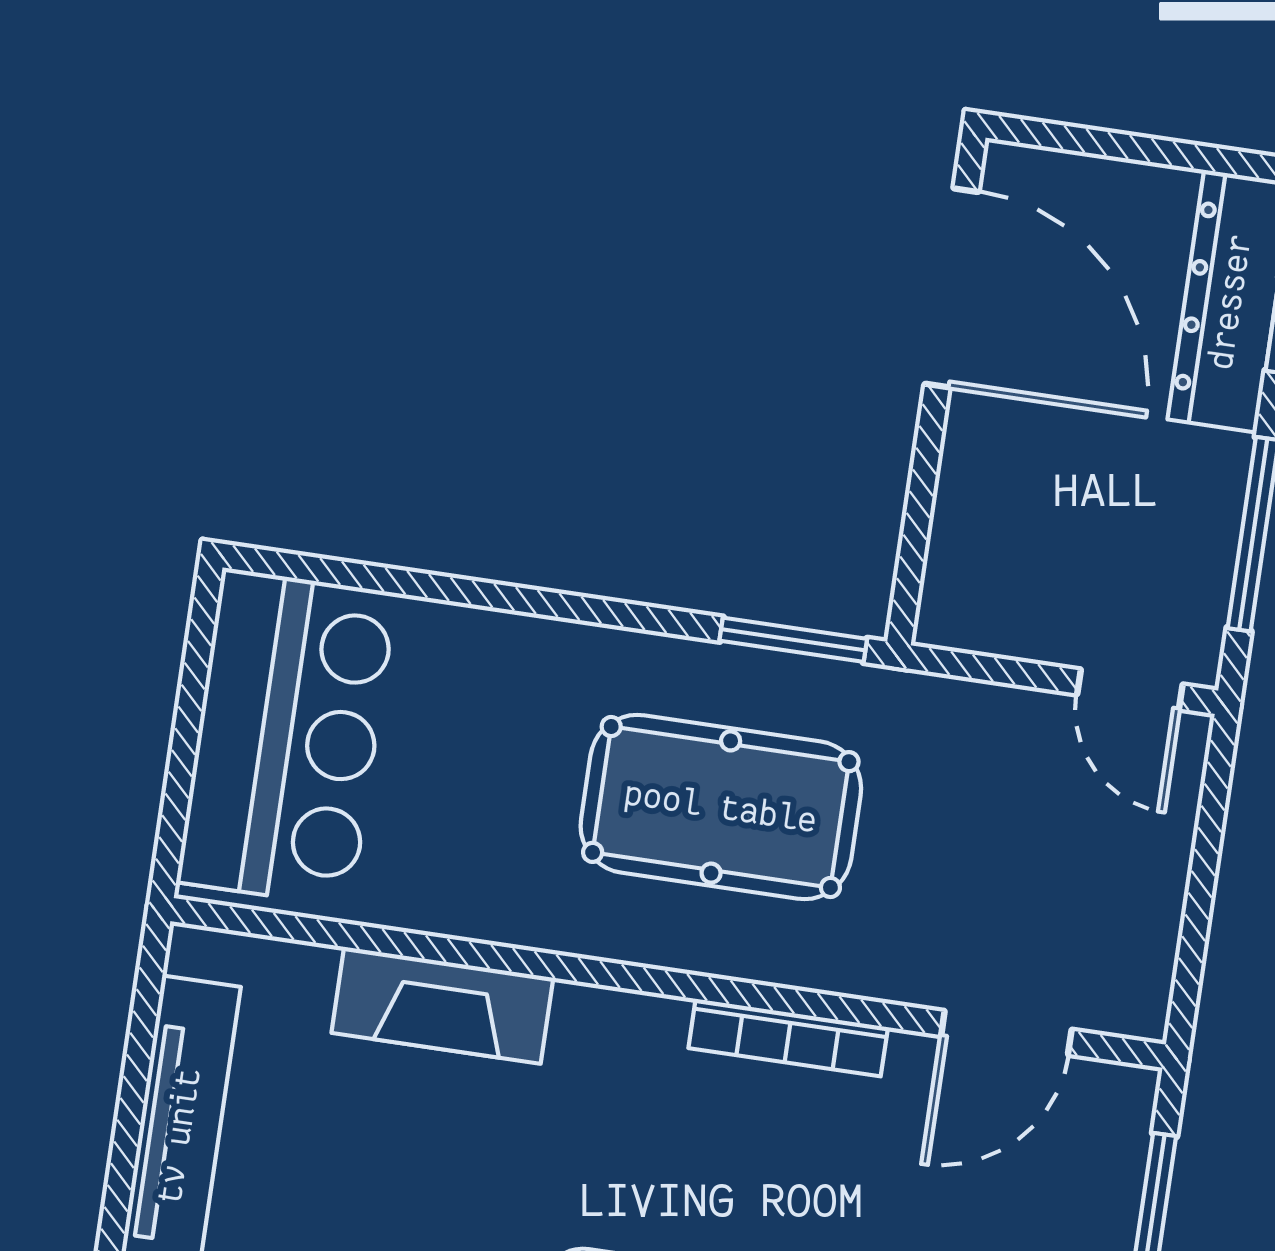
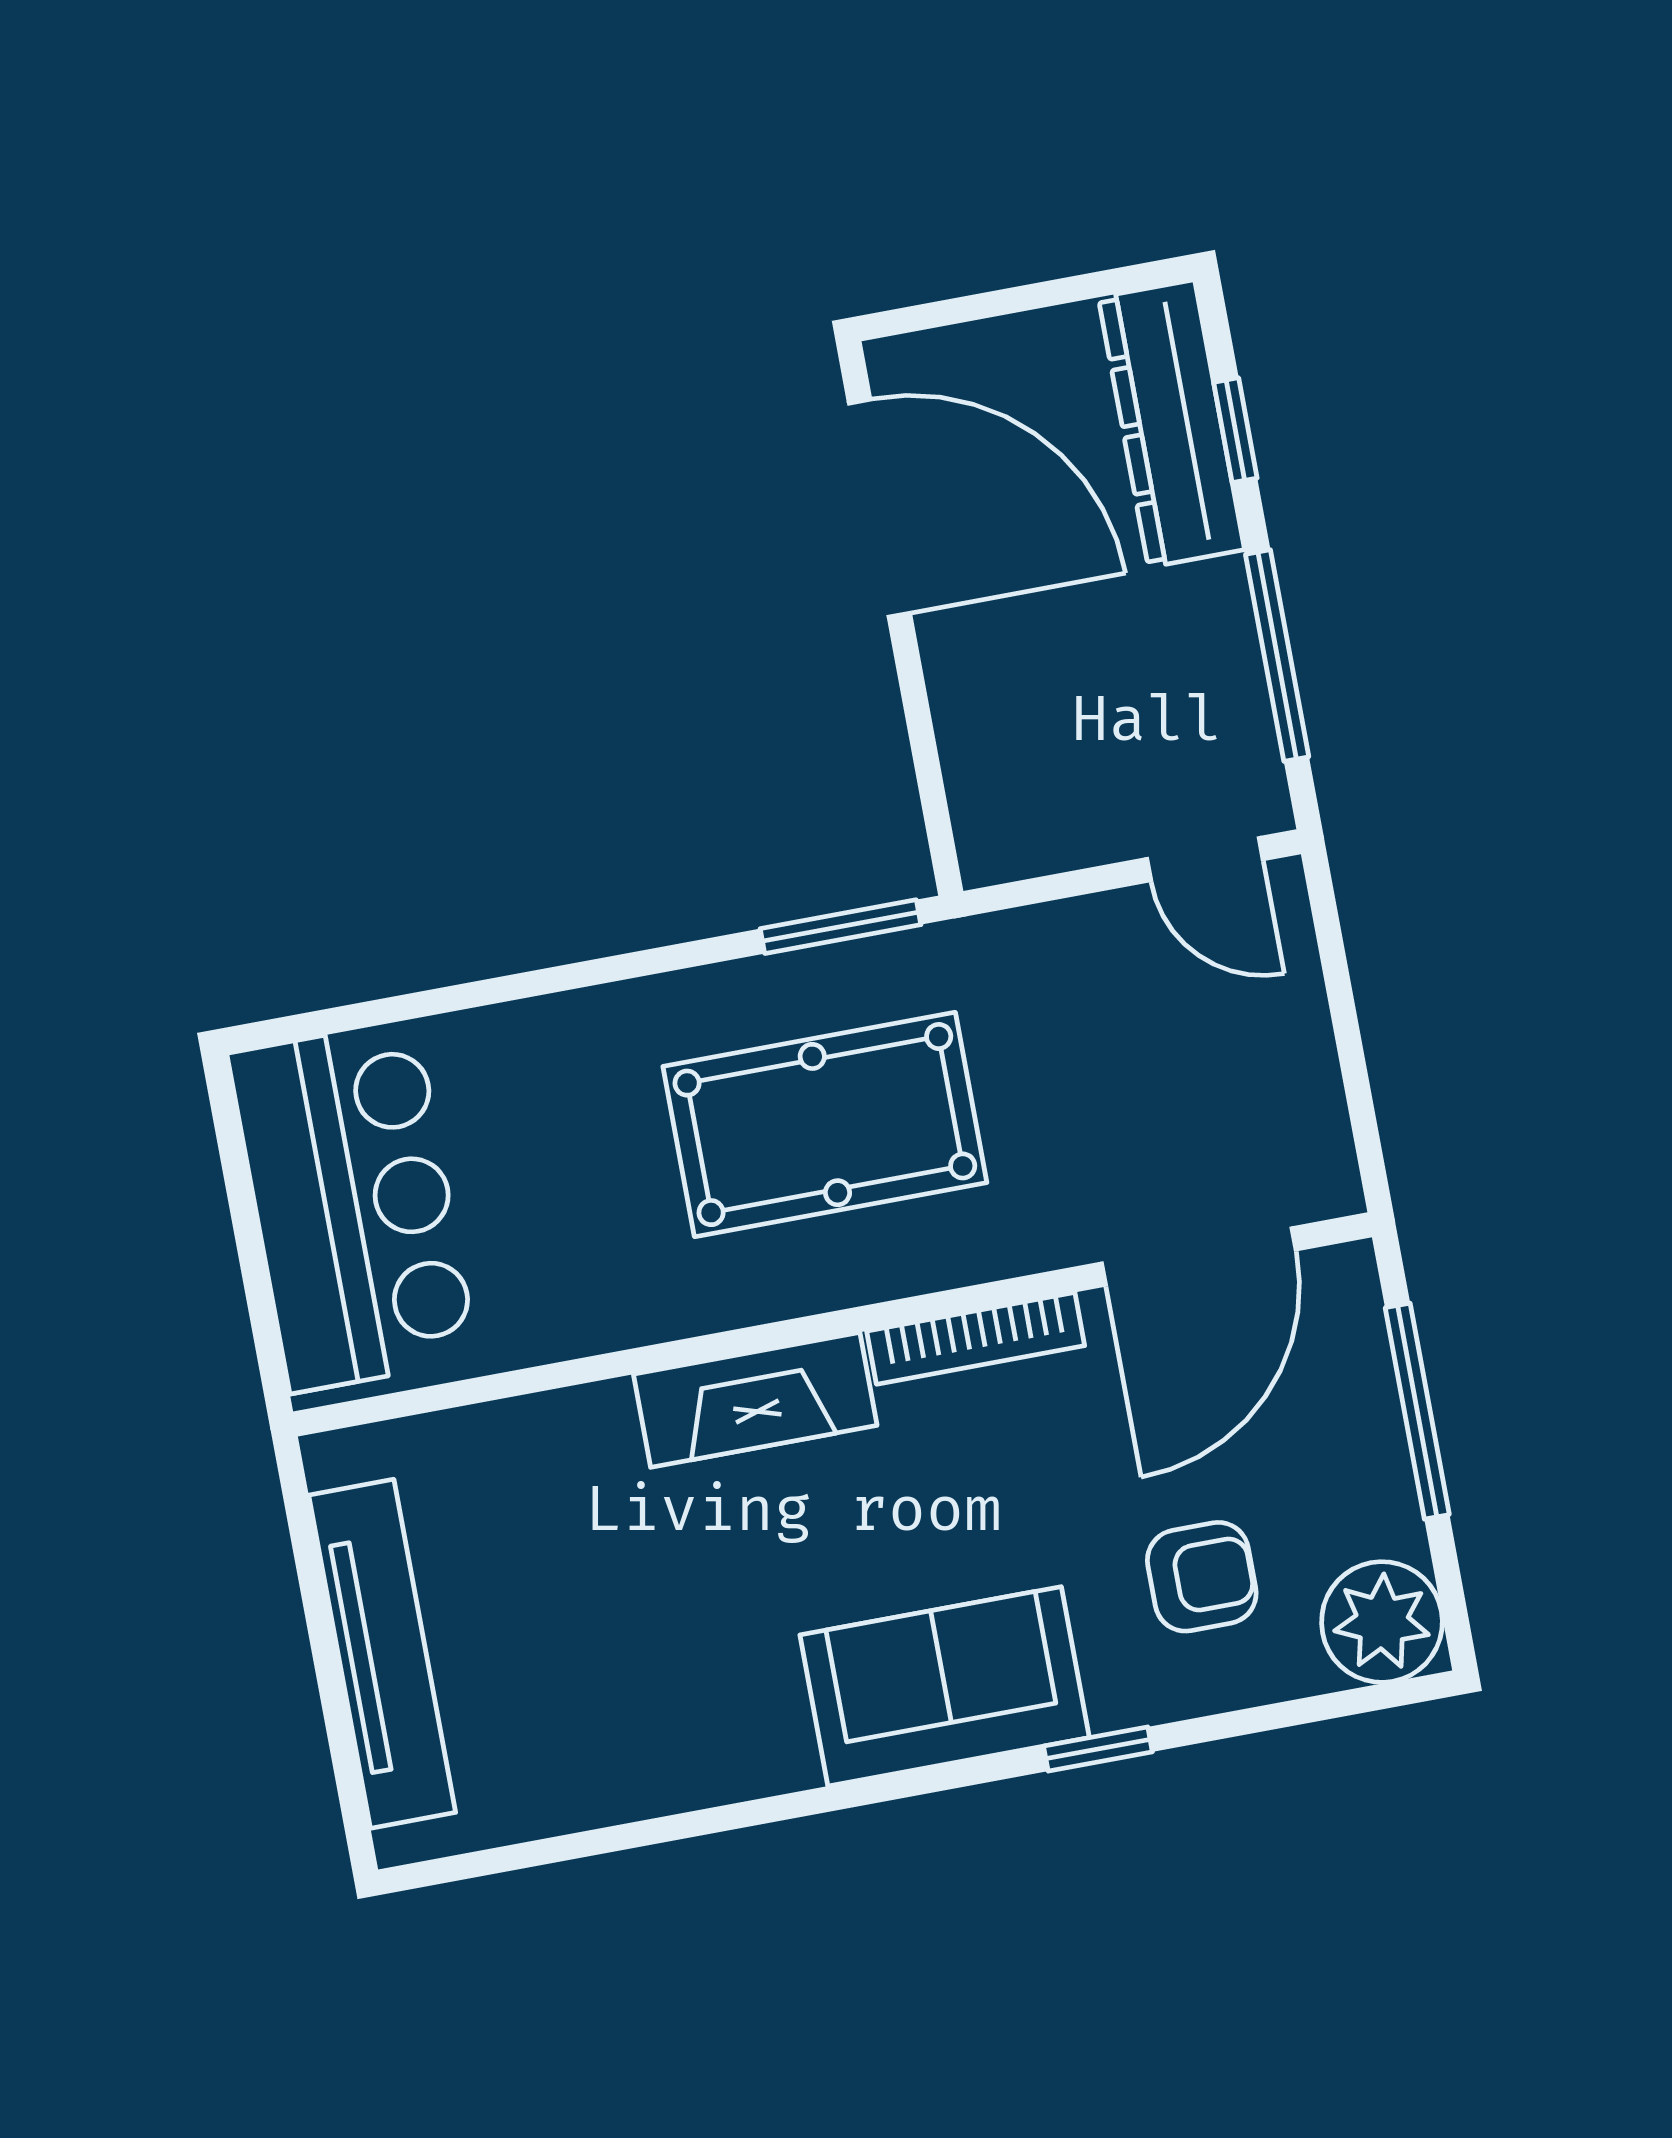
fireplace: (442, 1005) -> (755, 1400), moved
door: (1006, 1033) -> (1199, 1257), width x1.36

